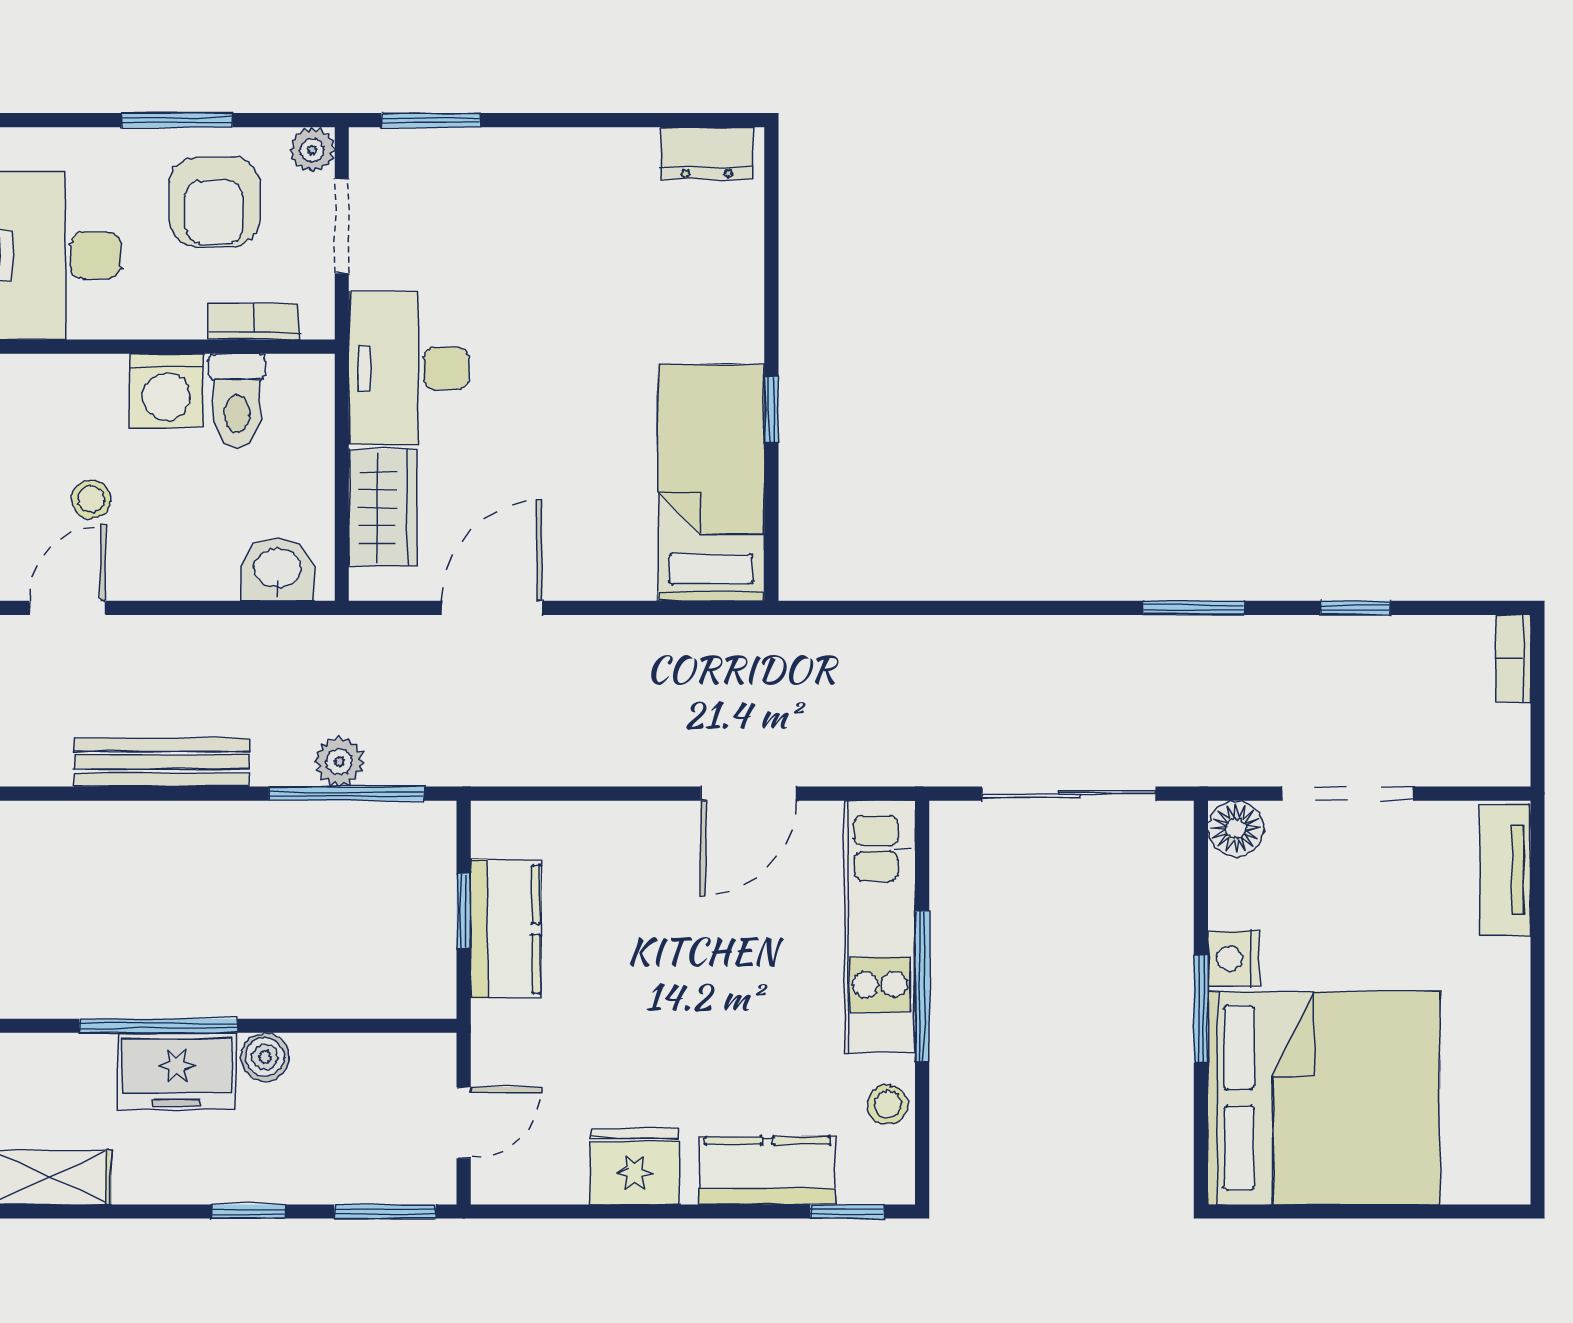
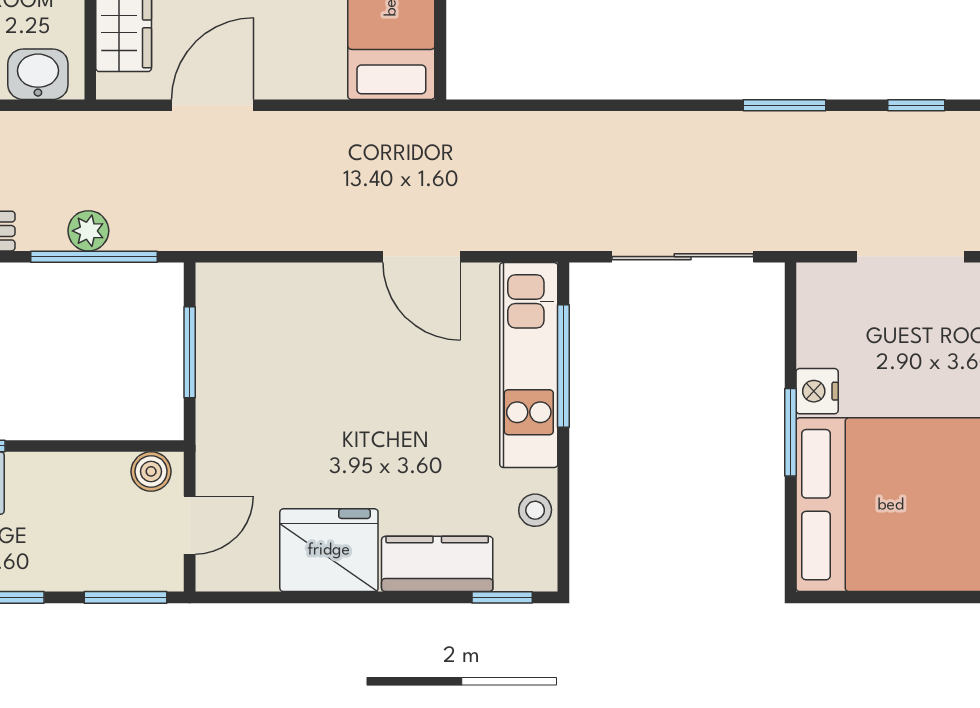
door: (748, 794) -> (422, 257), hinge flipped
floor lamp: (1236, 828) -> (819, 285), removed
window: (464, 911) -> (190, 352), width x1.50
kitchen counter: (506, 929) -> (224, 367), removed
window: (922, 986) -> (563, 366), moved
boiler: (265, 1057) -> (151, 471), moved
fridge: (635, 1167) -> (329, 550), width x1.36, depth x1.34

